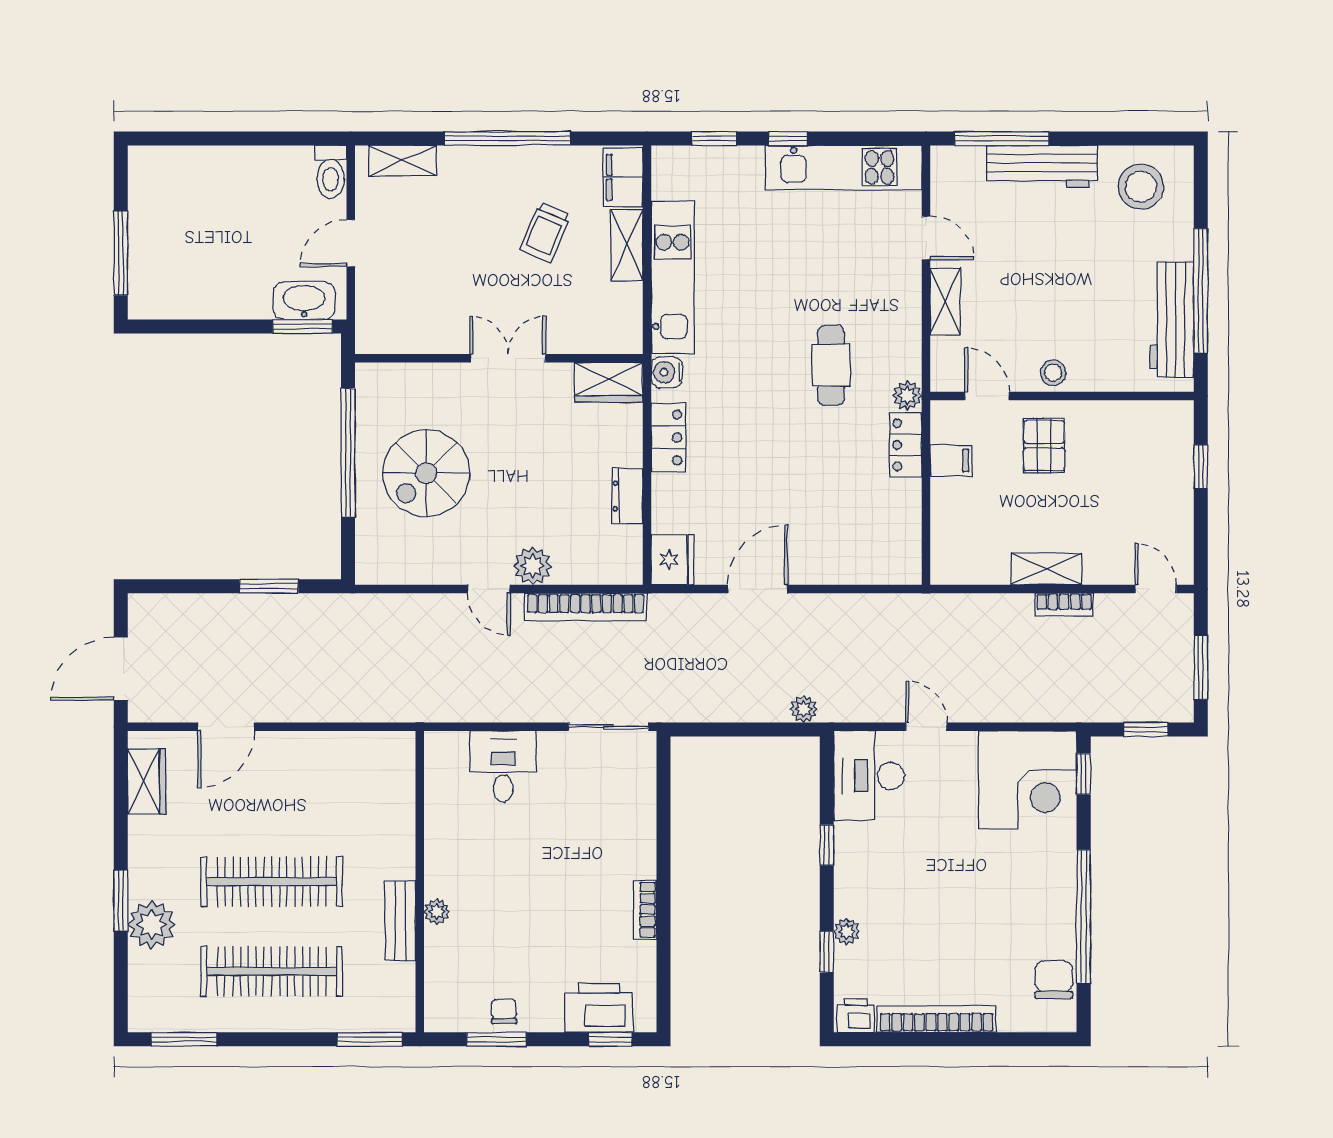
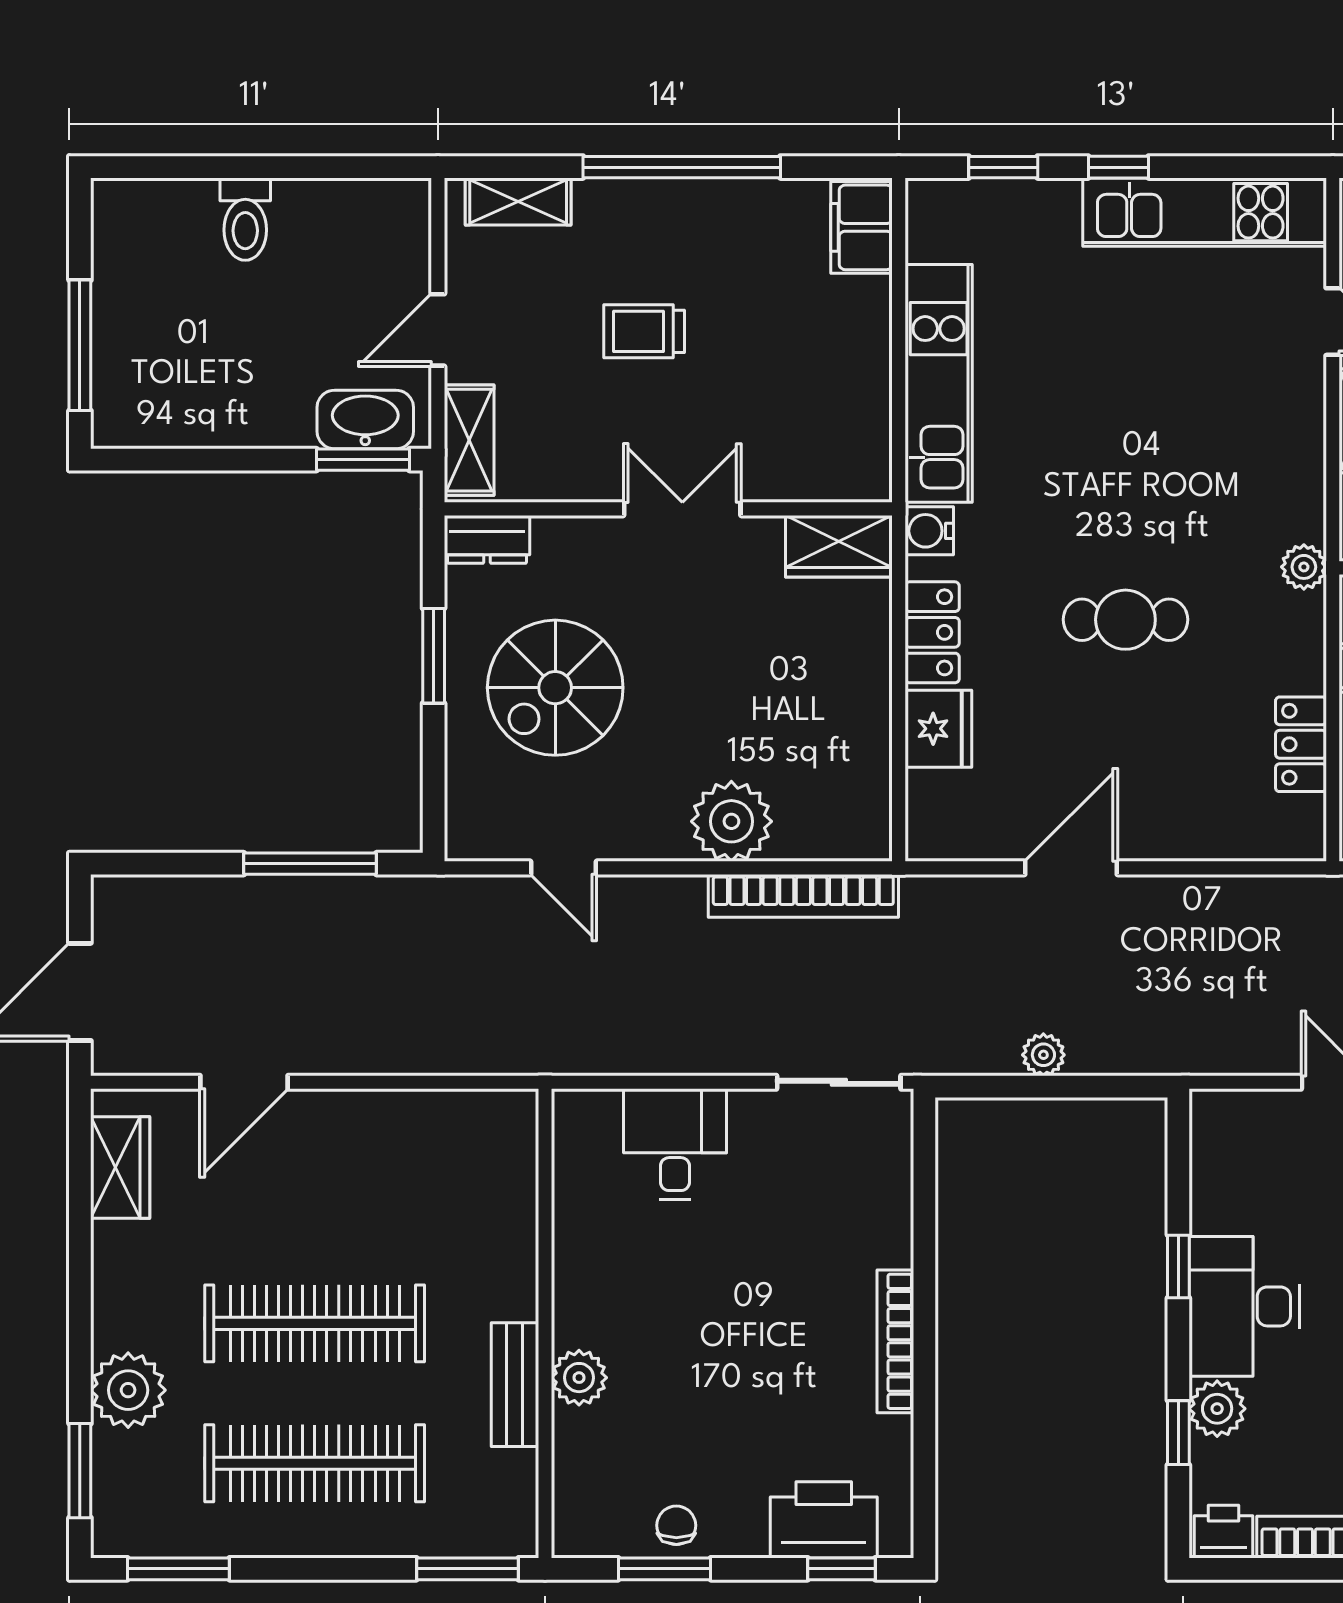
toilet: (331, 172) -> (245, 219), moved
trolley: (545, 232) -> (644, 331), moved, turned 67
shelving: (627, 245) -> (469, 440), moved
cafe table: (831, 365) -> (1125, 620), moved, turned 90
locker: (905, 445) -> (1301, 744), moved
window: (348, 453) -> (434, 656), width x0.47
dresser: (627, 496) -> (487, 539), moved, turned -90
fridge: (672, 560) -> (938, 729), moved
plant: (533, 566) -> (731, 821), width x1.36, depth x1.36
window: (269, 586) -> (310, 864), width x1.44
door: (489, 589) -> (564, 868), moved
plant: (804, 709) -> (1043, 1055), moved
desk: (869, 776) -> (1244, 1306), moved
window: (121, 900) -> (80, 1471), moved
bookcase: (645, 910) -> (895, 1341), width x1.56
plant: (437, 912) -> (579, 1378), width x1.38, depth x1.38
plant: (847, 932) -> (1217, 1409), width x1.38, depth x1.38

